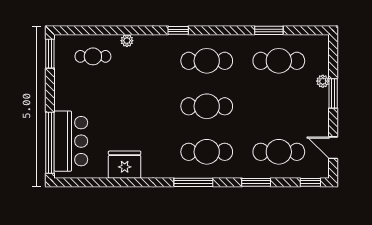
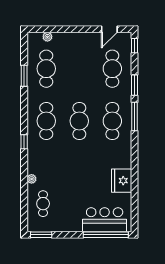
plant: (323, 81) -> (47, 37), moved
window: (333, 93) -> (70, 29), removed
window: (193, 182) -> (134, 117), moved

